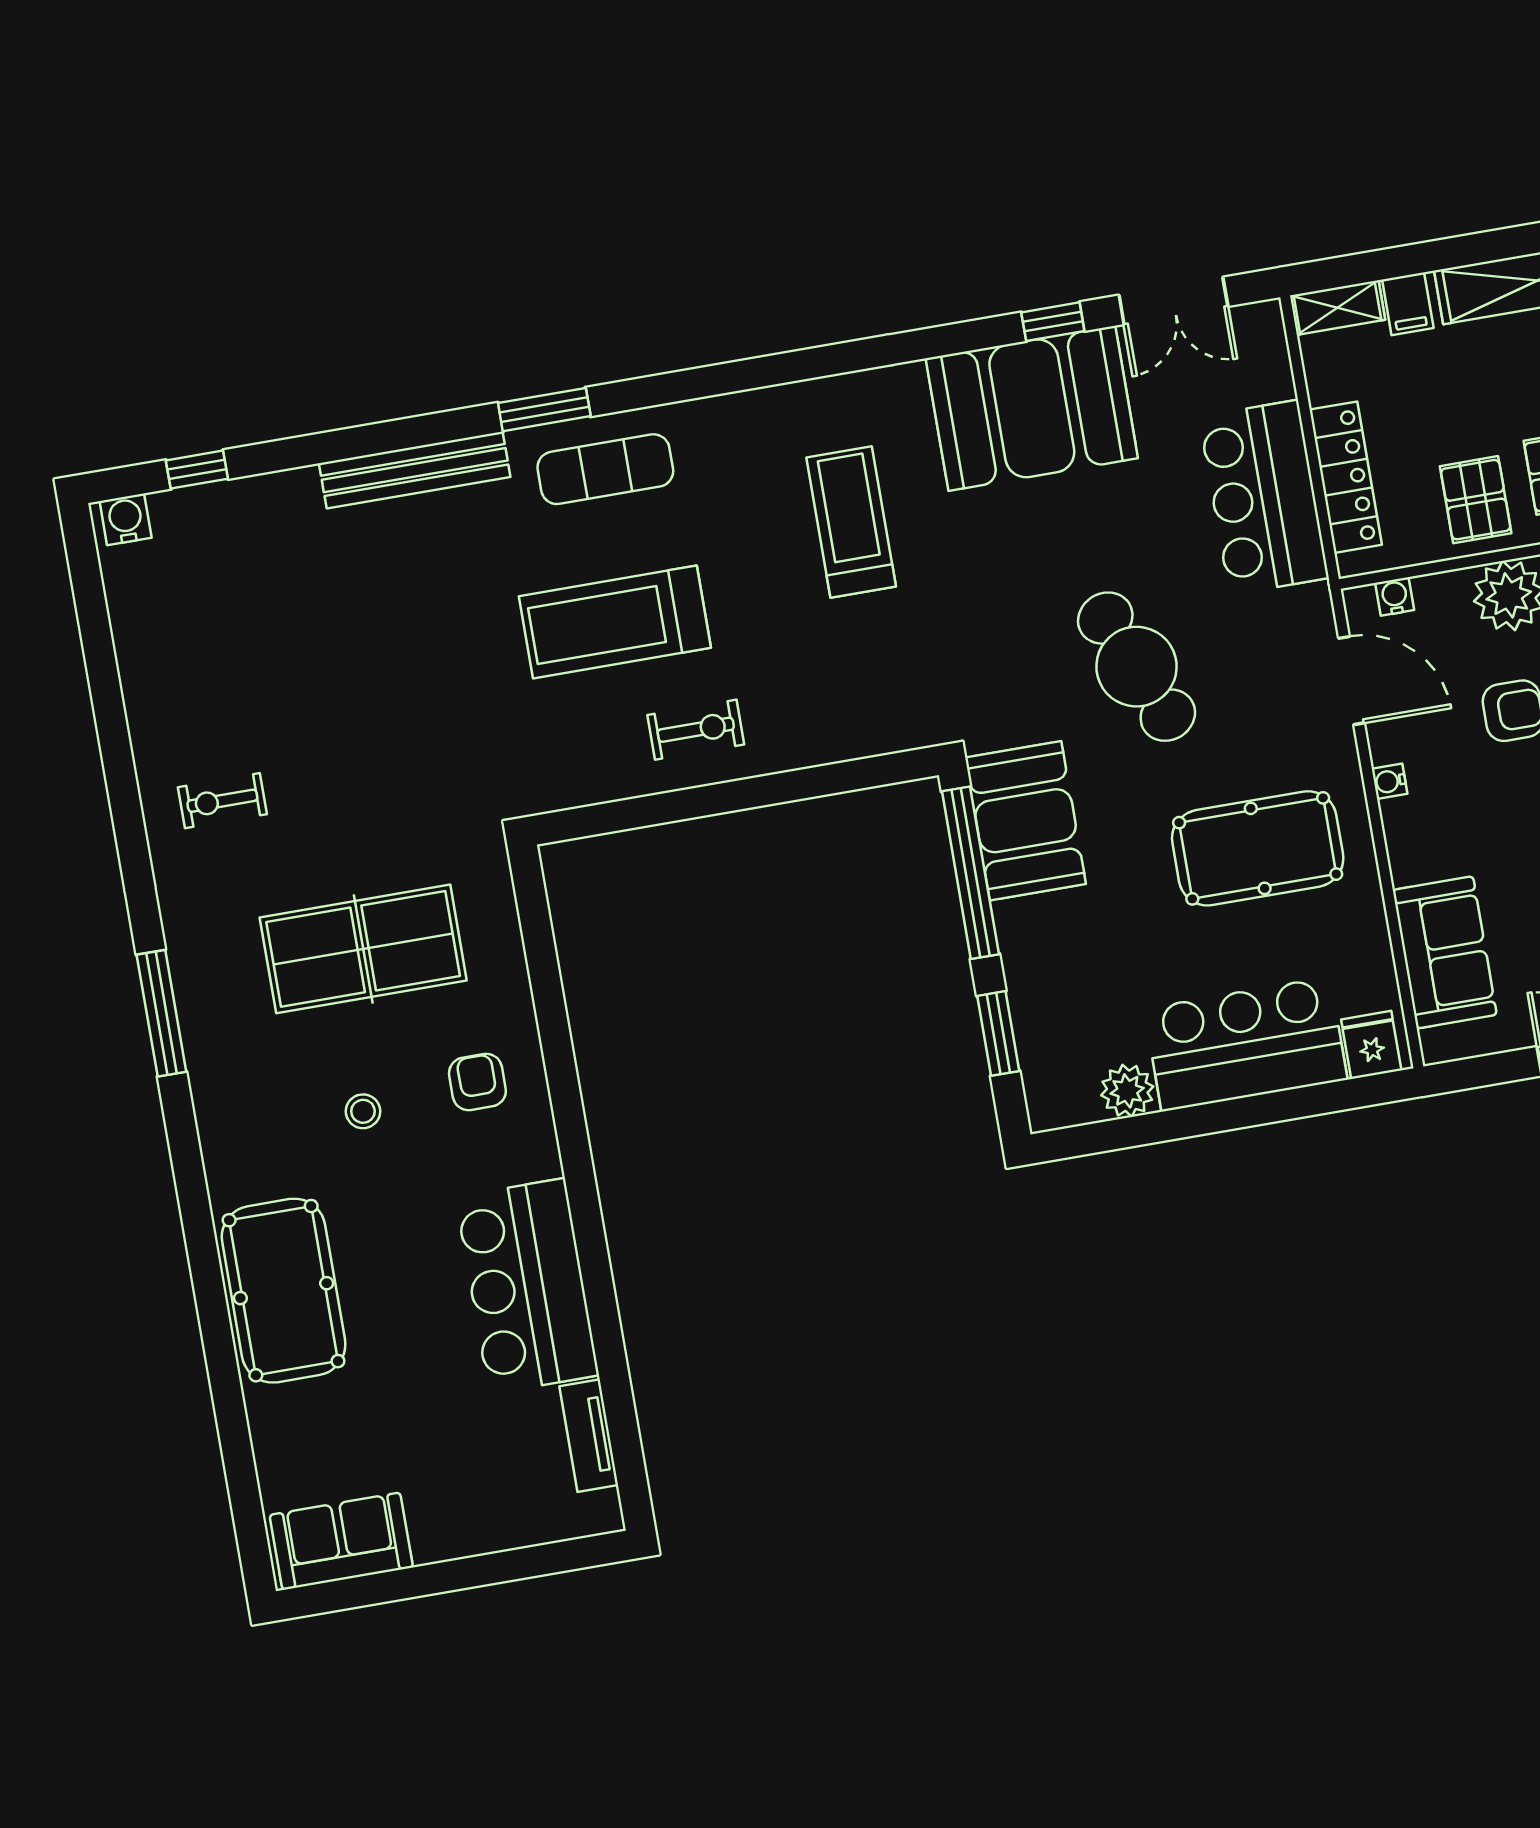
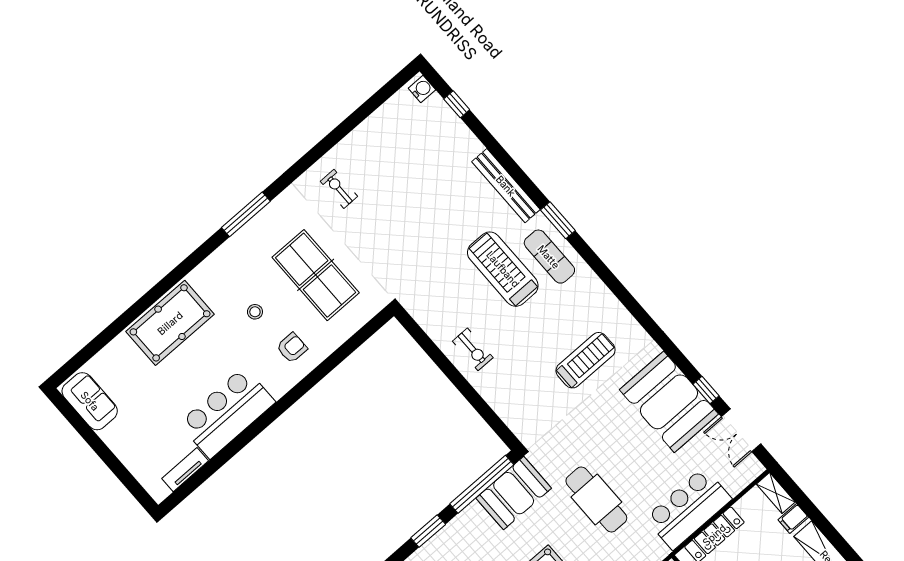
treadmill: (615, 622) -> (503, 269), moved
cafe table: (1137, 667) -> (596, 499), turned -67

